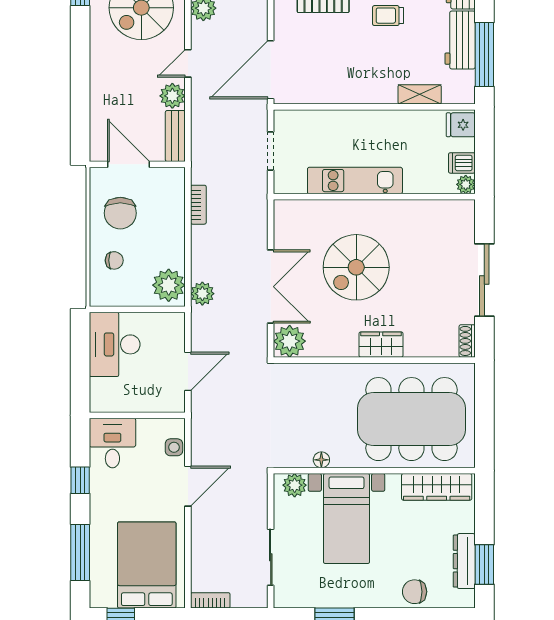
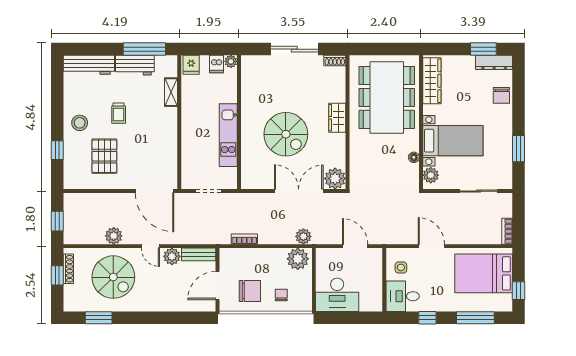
side table: (174, 447) -> (401, 267), moved
dresser: (464, 561) -> (494, 62), moved

